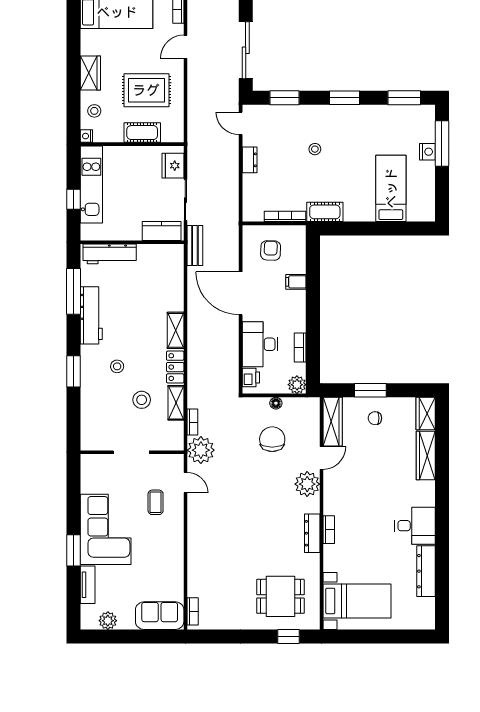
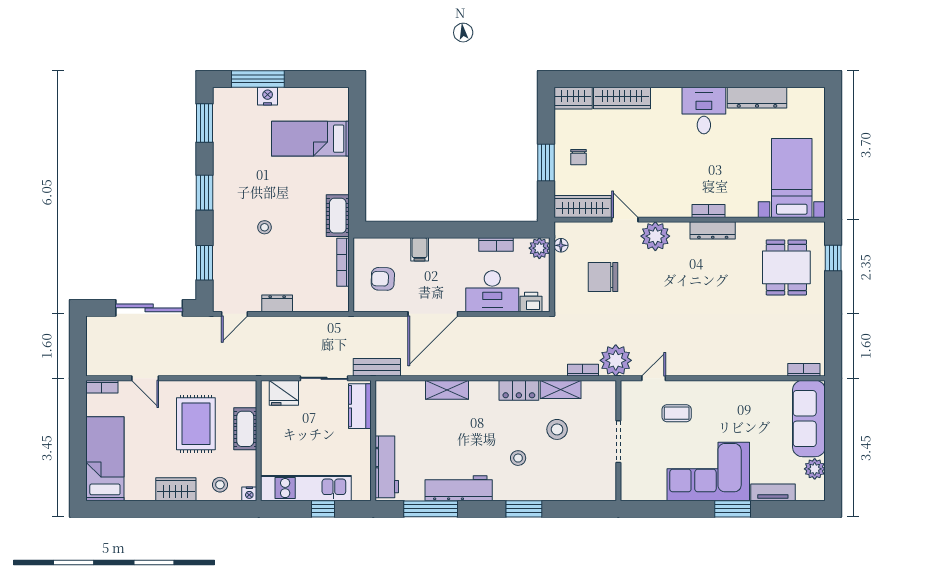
shelving: (176, 330) -> (447, 390), moved
floor lamp: (276, 403) -> (561, 245), moved
sofa: (160, 616) -> (809, 419), width x1.36

